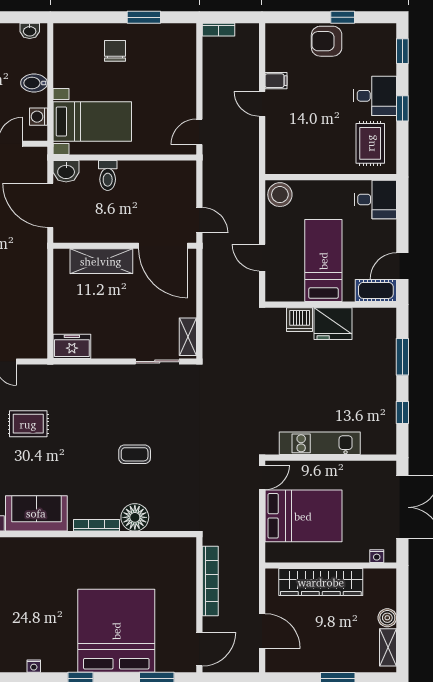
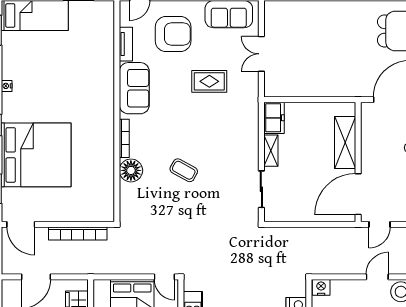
door: (262, 258) -> (377, 277), moved
nightstand: (275, 290) -> (321, 287), added
shelving: (188, 337) -> (271, 151), moved, turned 90
rug: (28, 424) -> (209, 81), turned 90
coffee table: (135, 454) -> (184, 170), turned -61

